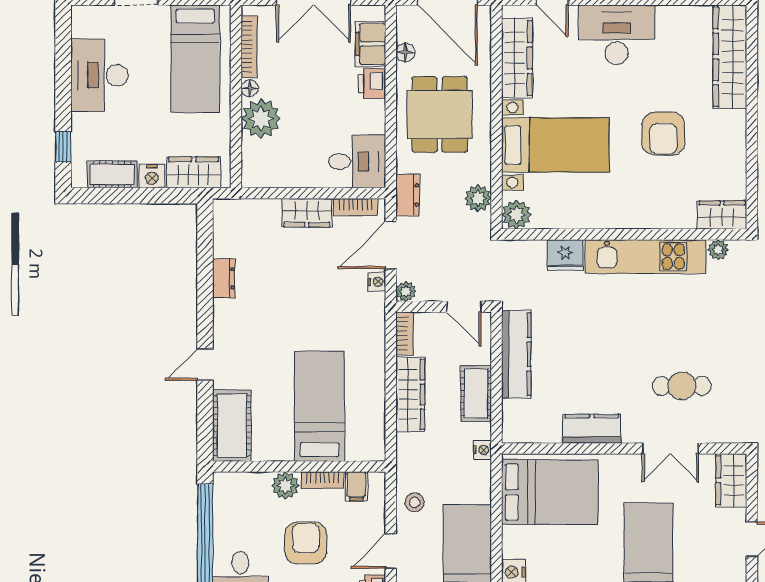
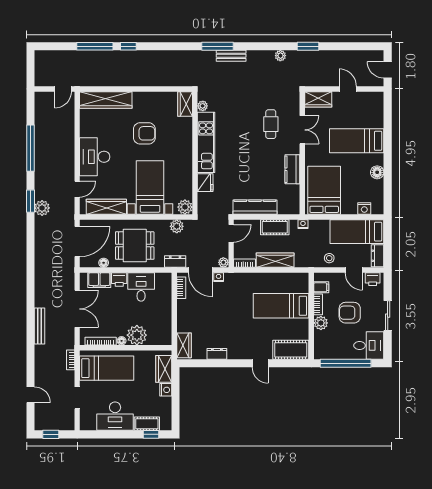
desk: (357, 161) -> (141, 287), moved
cot: (112, 174) -> (147, 424), moved, turned 90
wardrobe: (307, 213) -> (184, 345), moved

